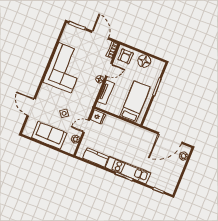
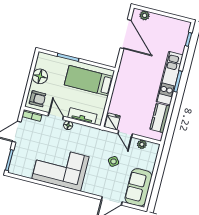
sofa: (49, 135) -> (138, 187), moved

